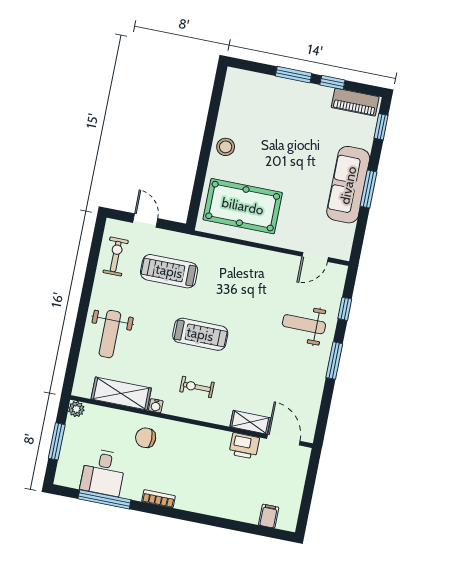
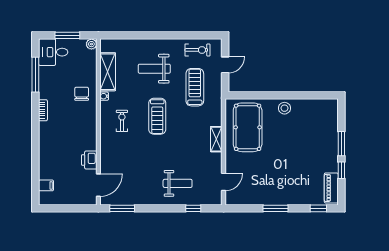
sofa: (348, 185) -> (276, 194), removed
door: (315, 257) -> (224, 182), swing flipped
weight bench: (304, 324) -> (178, 183), turned 90
weight bench: (110, 334) -> (154, 69), moved
window: (334, 361) -> (122, 208), moved
shelving: (250, 422) -> (216, 139), moved
desk: (103, 472) -> (53, 52), moved

